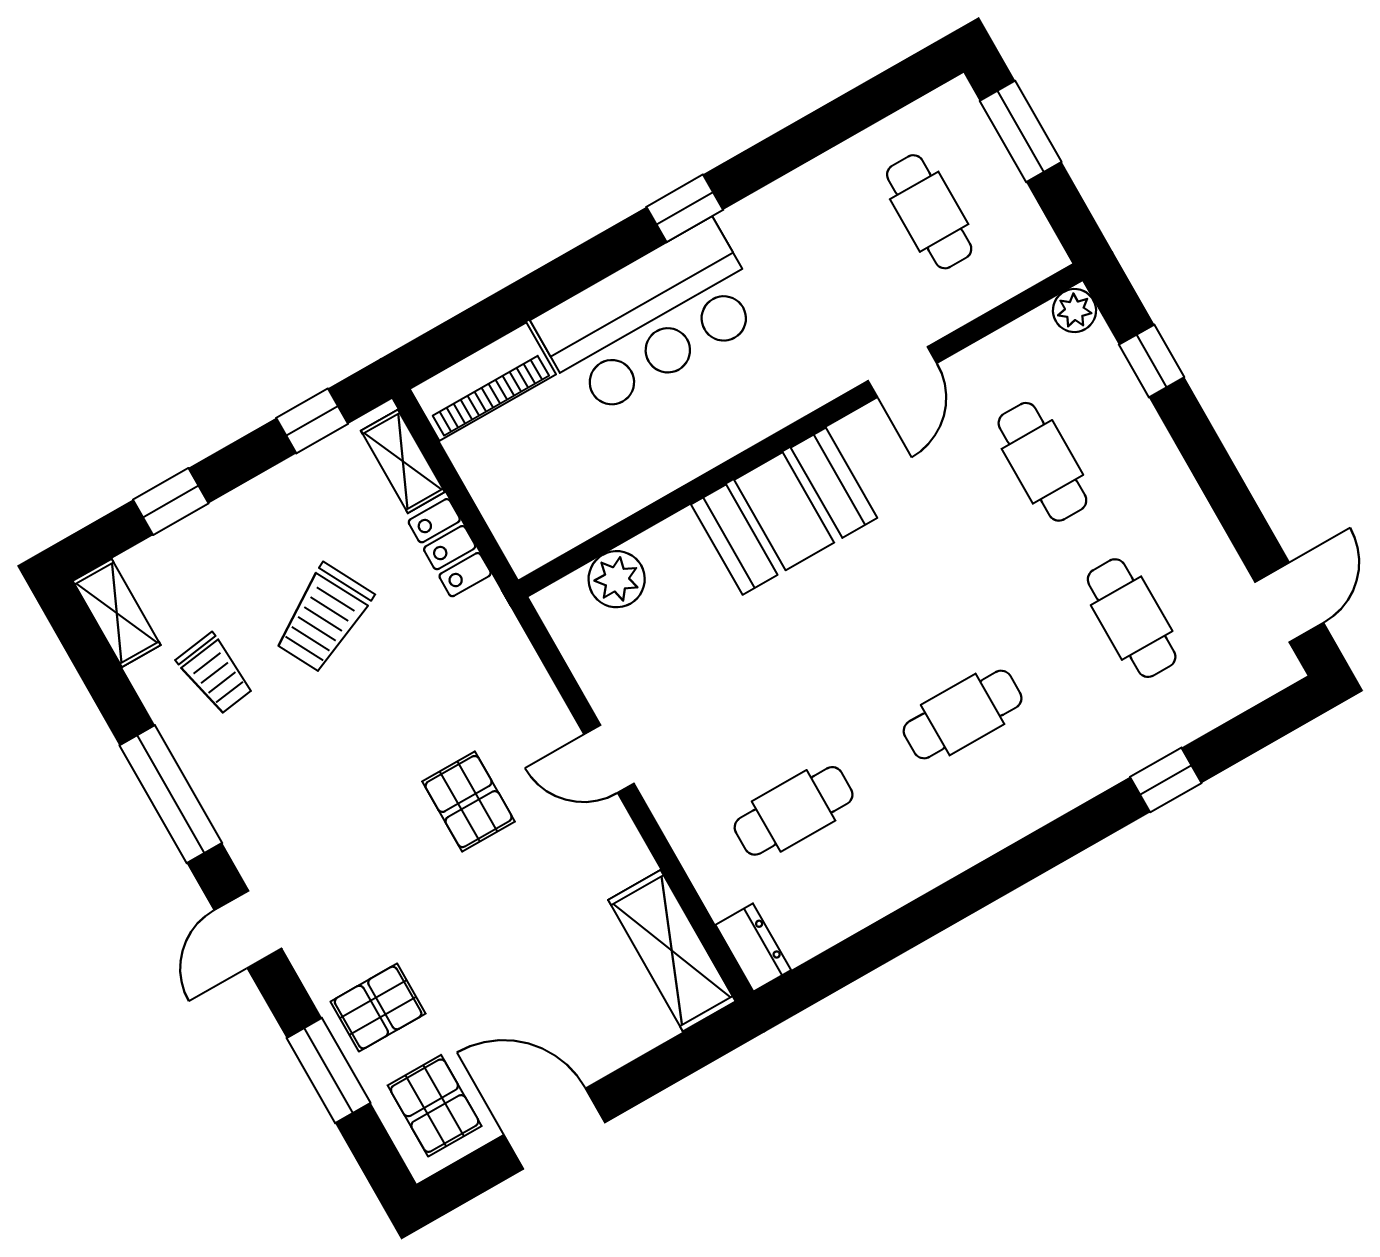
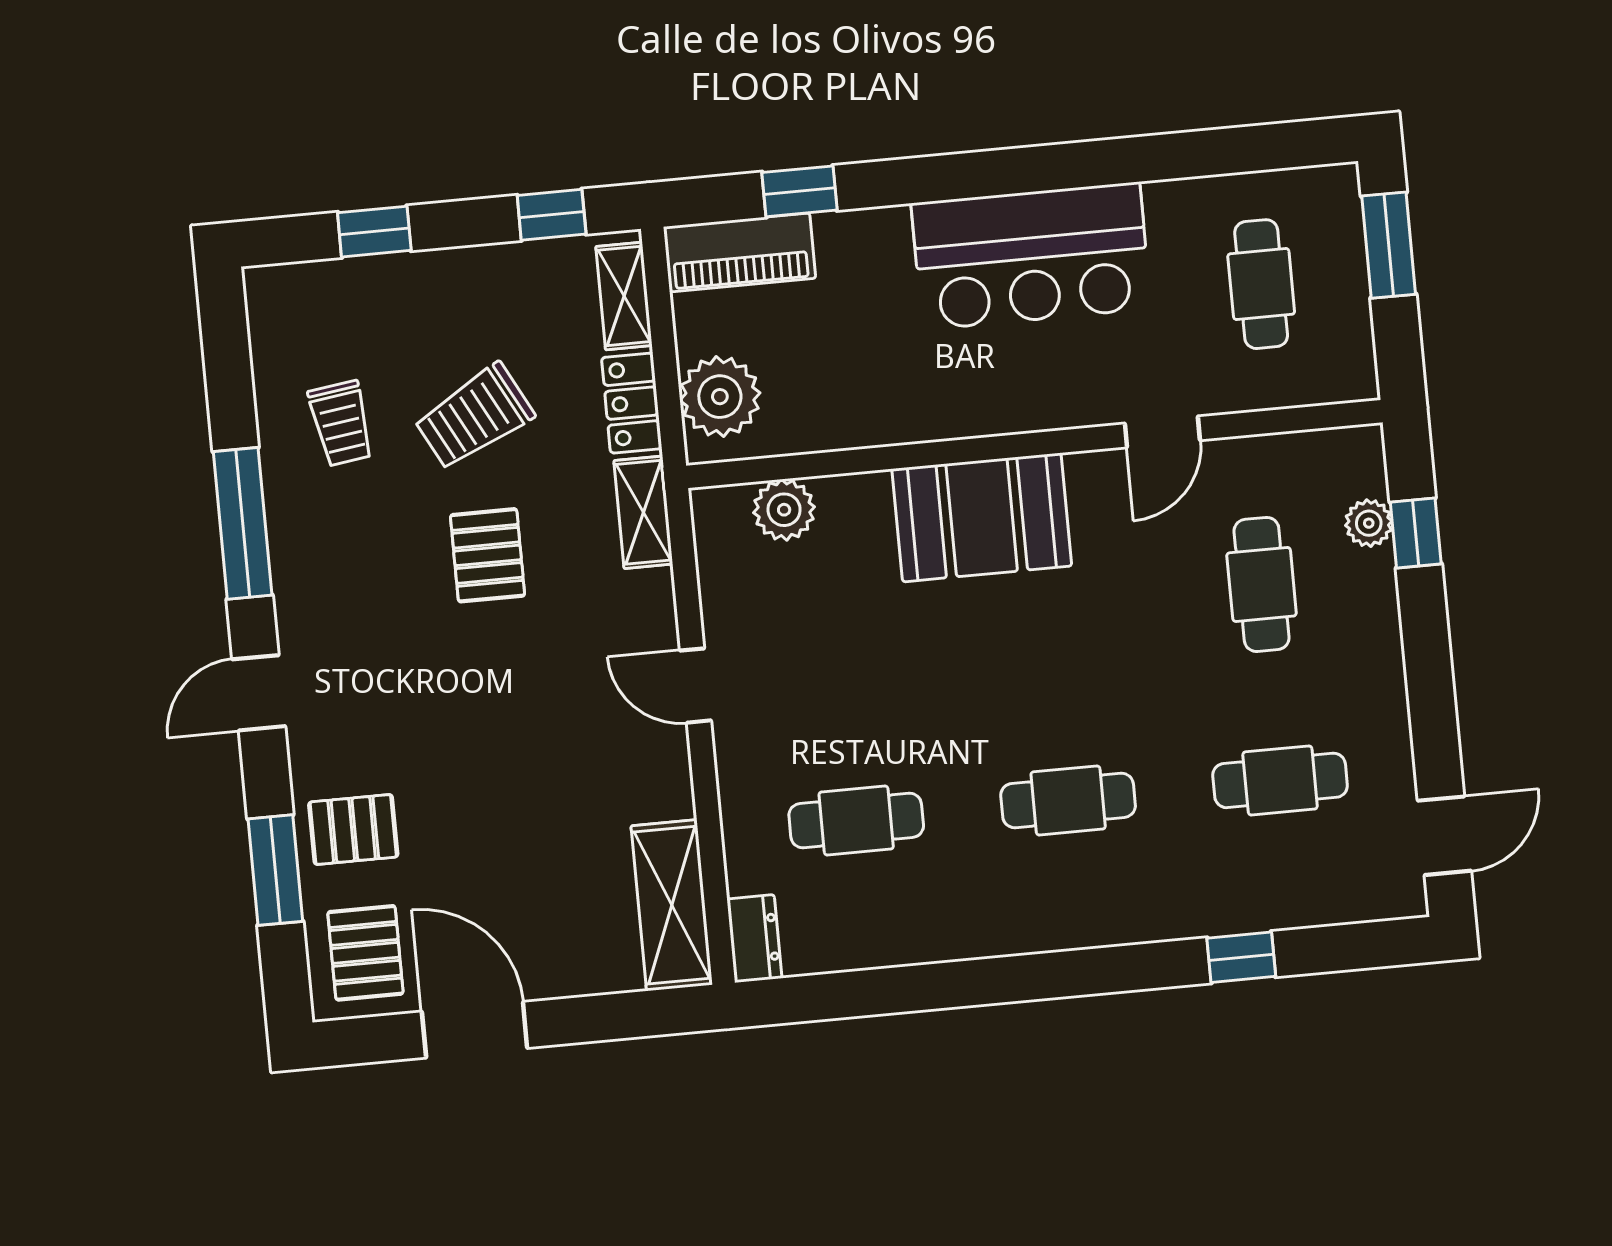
window: (685, 208) -> (799, 191), moved
plant: (1074, 310) -> (1369, 523), moved
bar counter: (650, 319) -> (1031, 256), moved
plant: (521, 509) -> (720, 397), added
shelving: (117, 613) -> (643, 512), moved
cafe table: (1132, 618) -> (1280, 780), turned 90
pallet: (469, 802) -> (488, 555), moved

